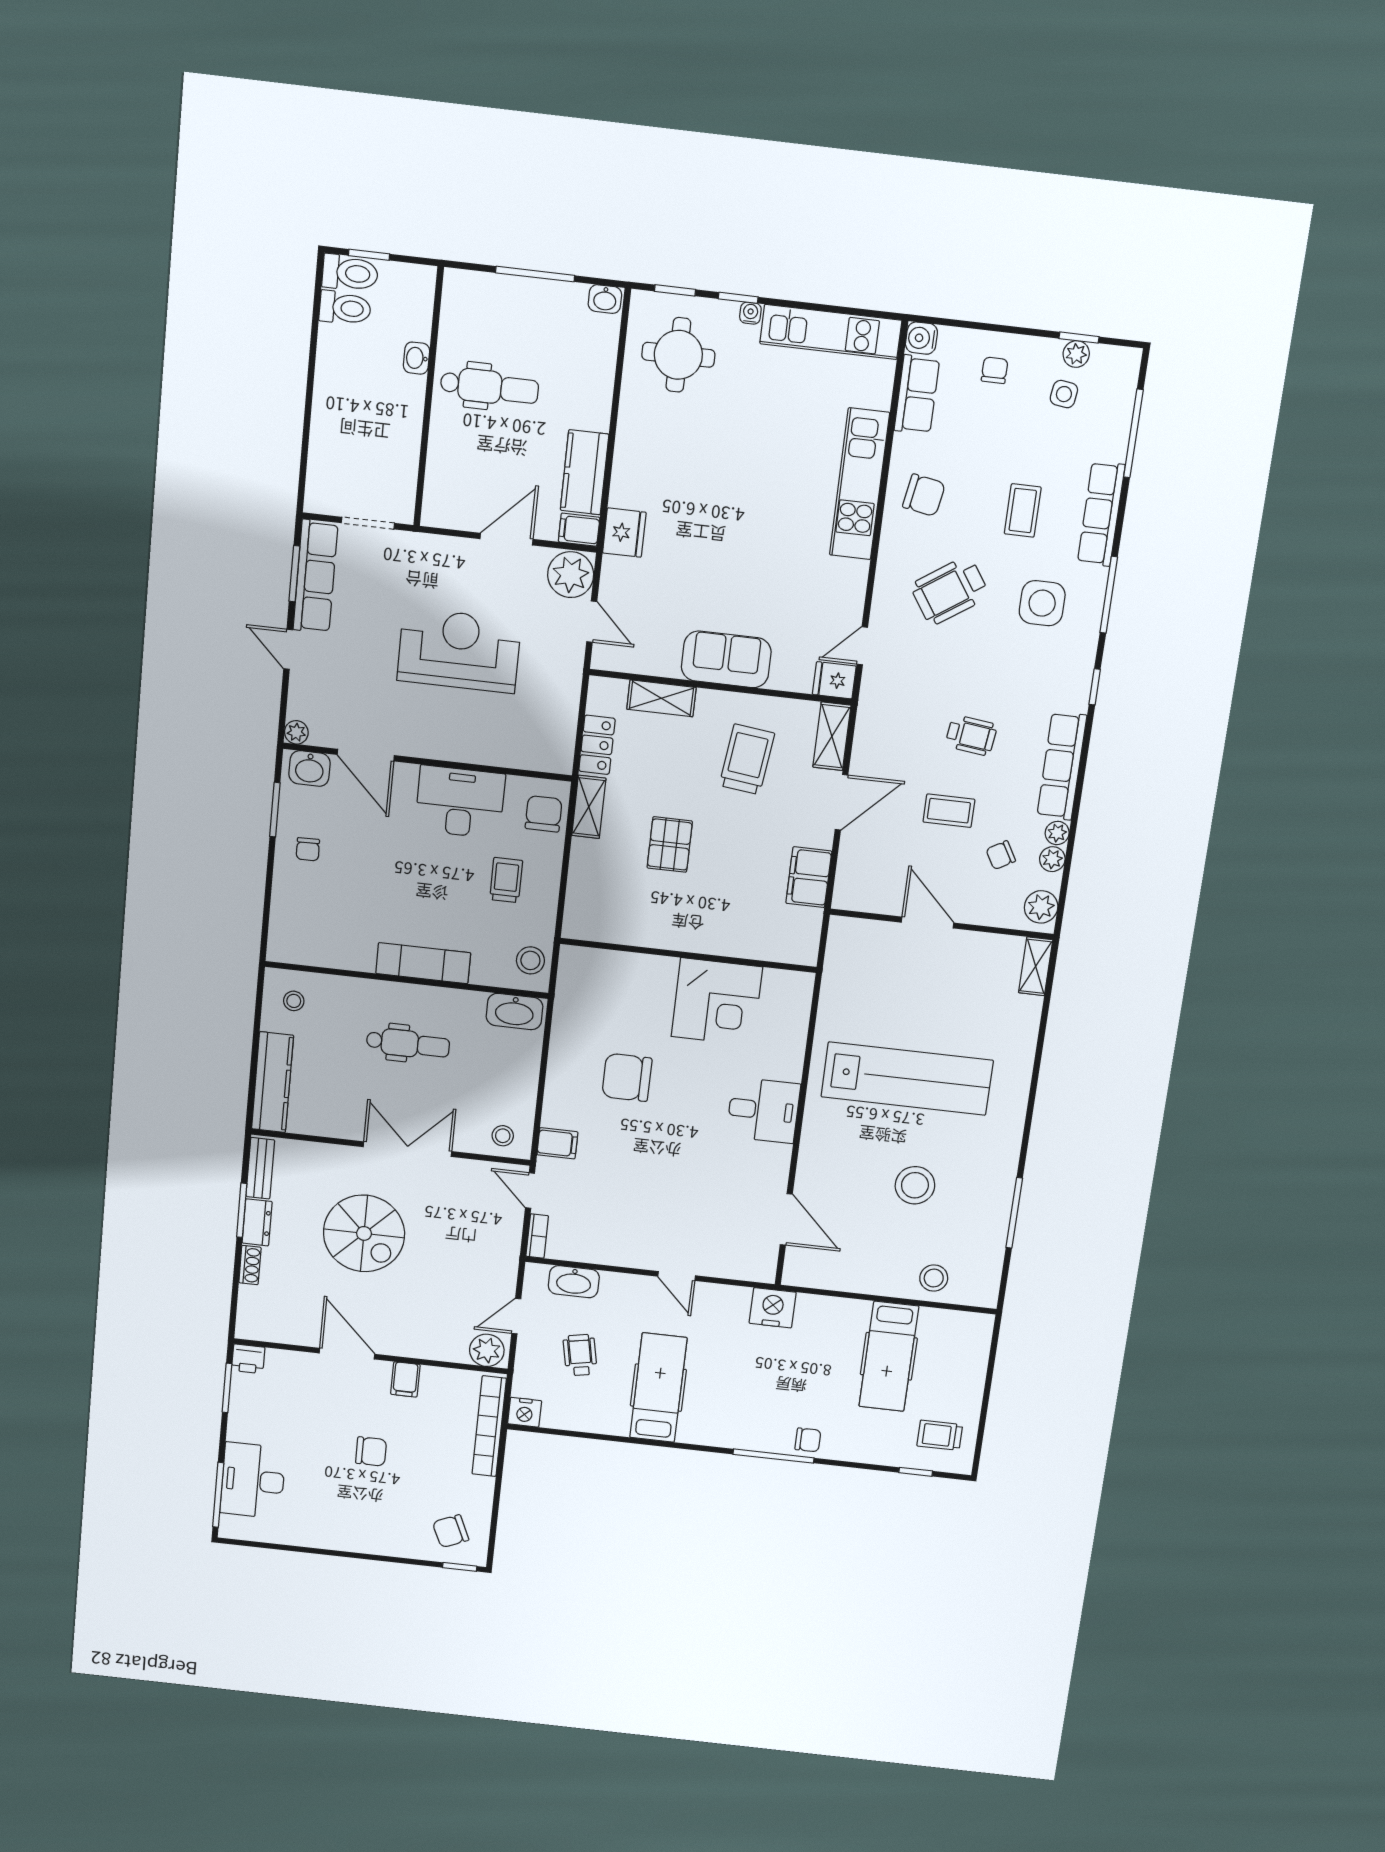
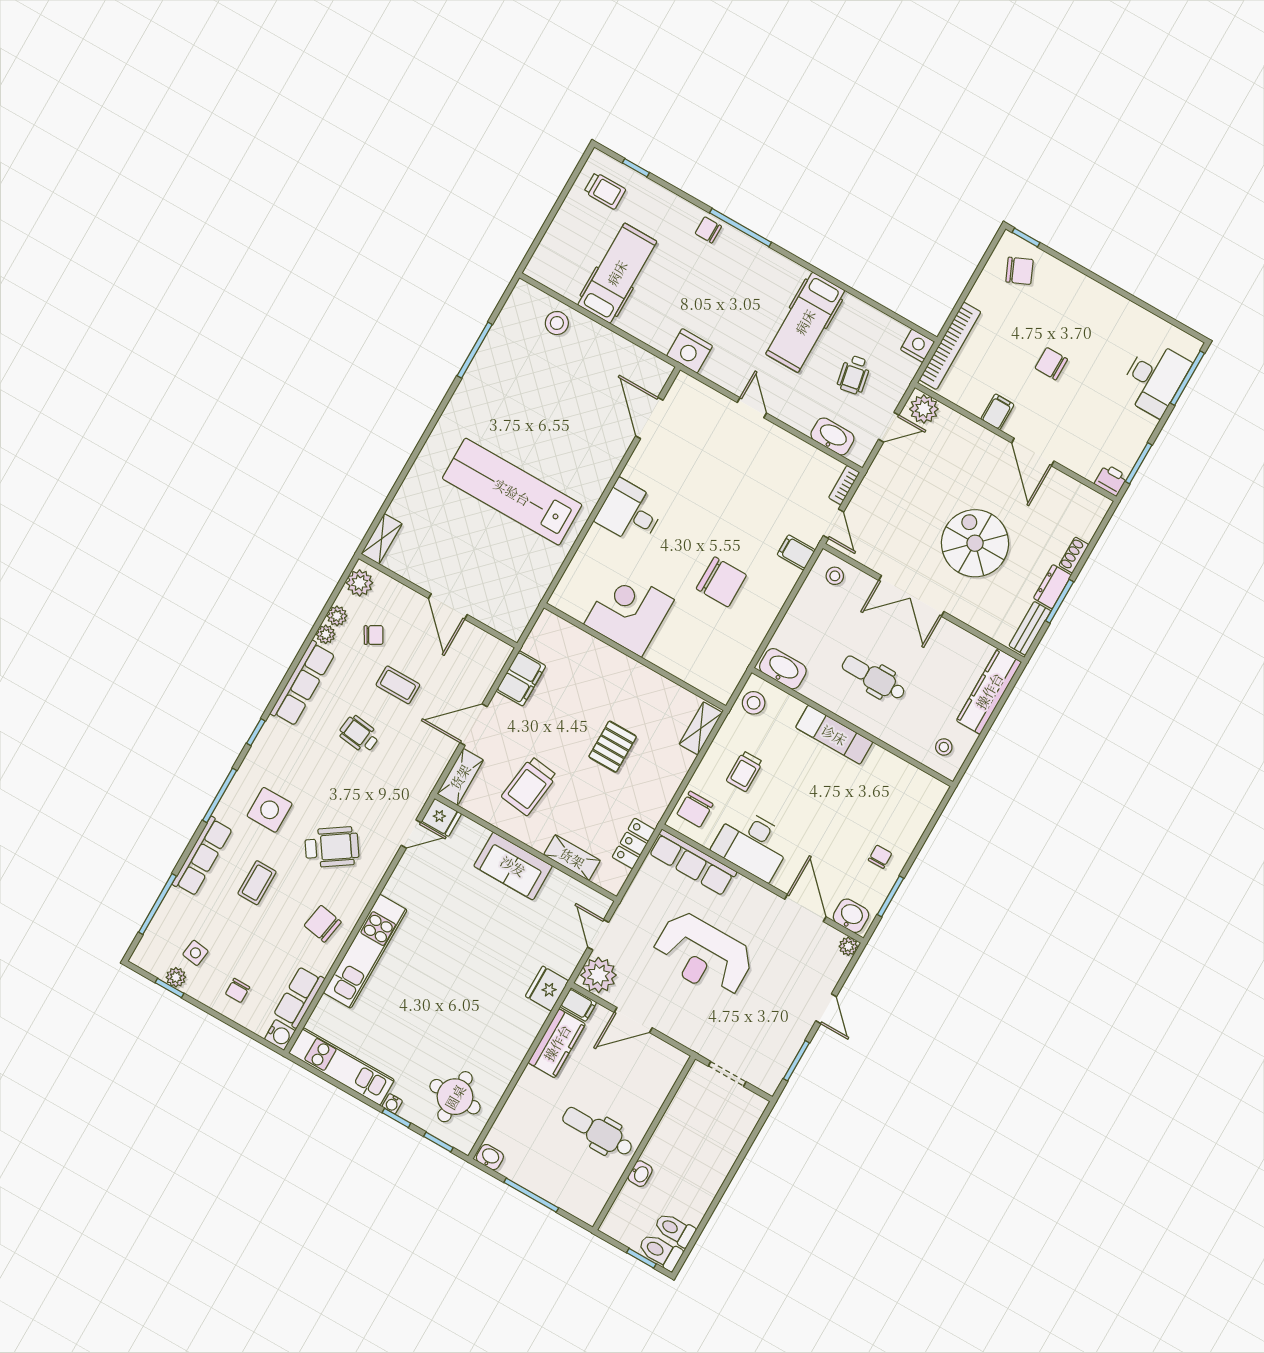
row of seats: (316, 576) -> (693, 863), moved, turned -90
shelving: (589, 807) -> (701, 728), moved
stool: (915, 1185) -> (541, 404), removed

